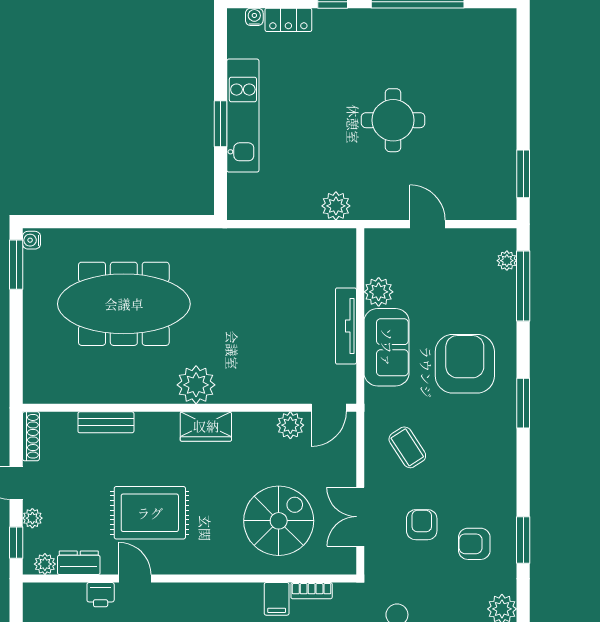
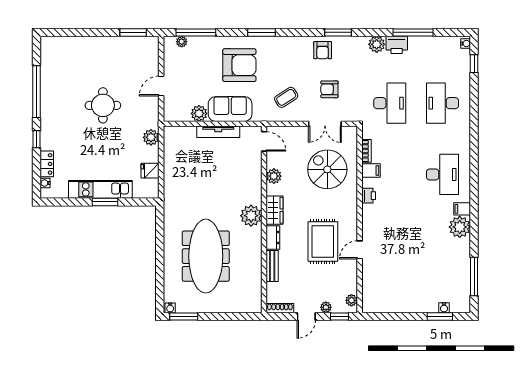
fridge: (276, 204) -> (150, 171), added
armchair: (465, 364) -> (239, 65), turned 180
plant: (290, 425) -> (274, 176), moved
armchair: (474, 544) -> (323, 50), moved
dresser: (79, 563) -> (273, 237), moved, turned 180
printer: (101, 595) -> (369, 196), moved

